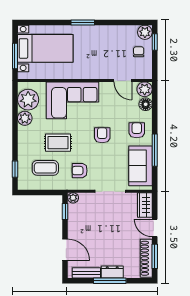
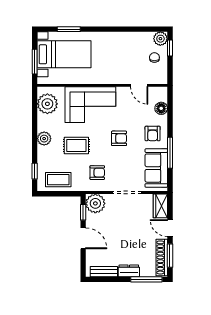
window: (83, 22) -> (69, 29), moved
plant: (145, 89) -> (160, 94), removed
plant: (25, 118) -> (44, 139), moved
armchair: (137, 130) -> (153, 133), turned 180
armchair: (102, 135) -> (119, 138), turned 90
coffee table: (45, 168) -> (58, 180), moved
armchair: (80, 171) -> (97, 173), turned 180
plant: (73, 198) -> (95, 203), width x1.88, depth x1.88
door: (65, 250) -> (83, 238), moved
window: (110, 281) -> (146, 279), moved

